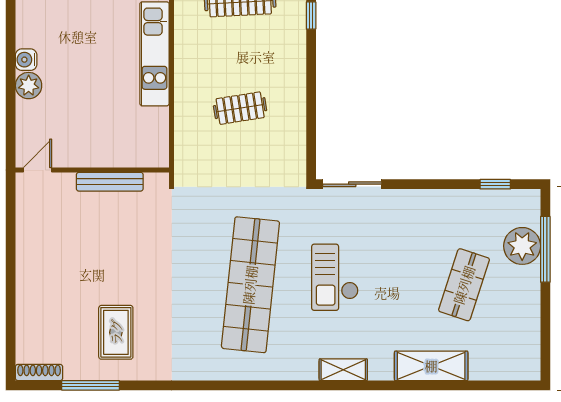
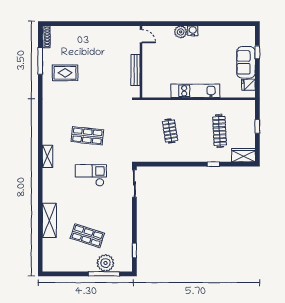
shop shelf: (250, 285) -> (87, 136), width x0.50, depth x0.74
shelving: (343, 370) -> (48, 156), moved

